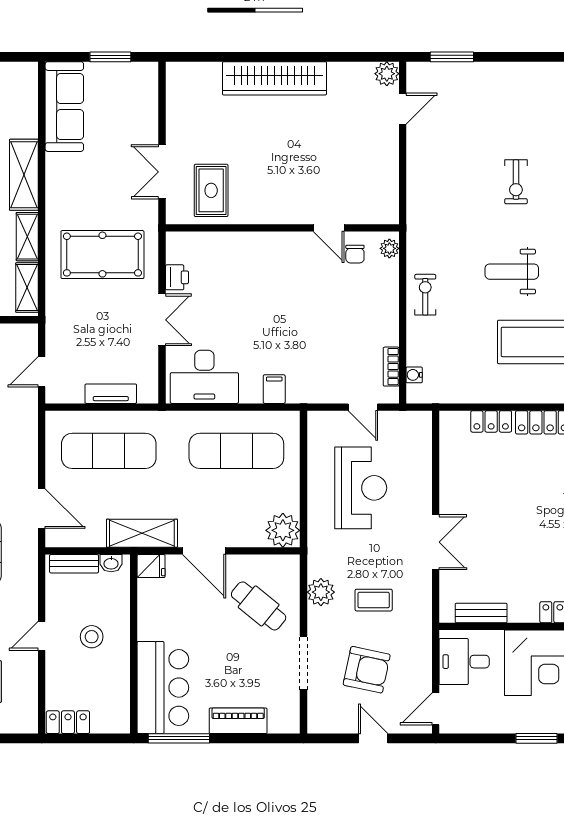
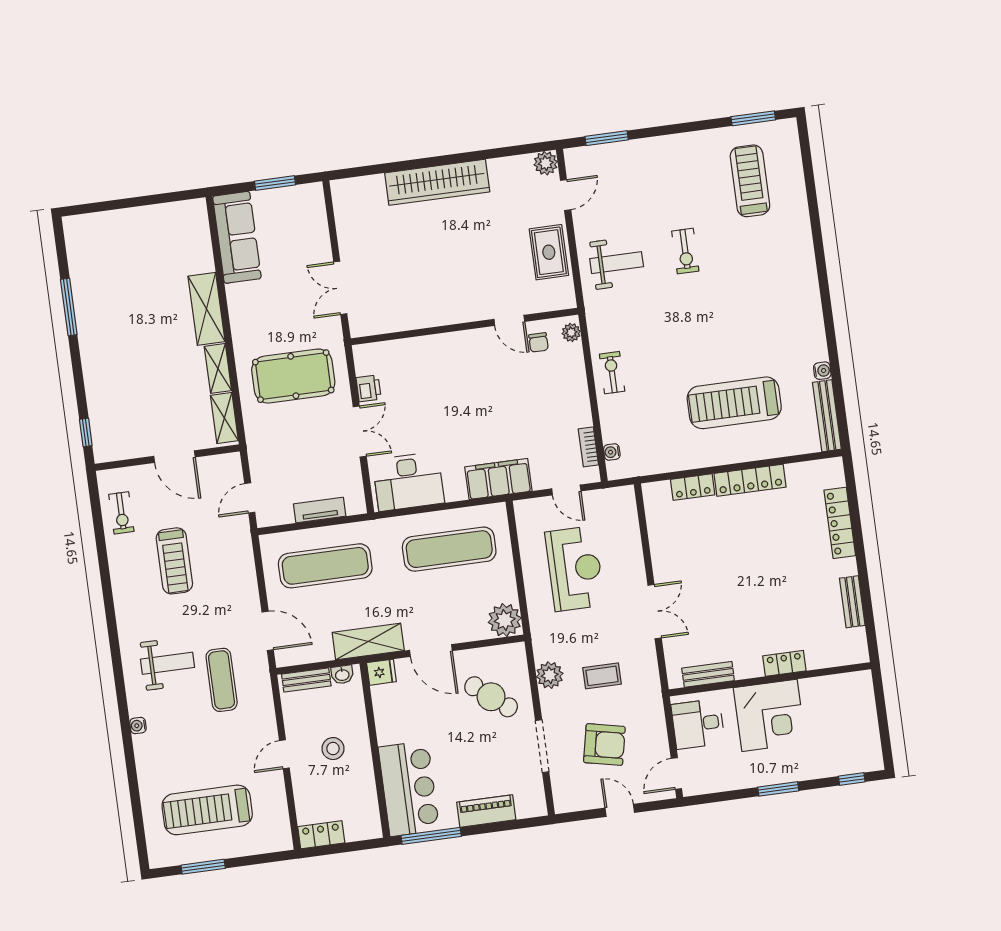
rug: (211, 190) -> (549, 252), moved
weight bench: (512, 272) -> (617, 263), moved, turned 180
filing cabinet: (274, 389) -> (498, 479), width x3.00, depth x1.17

